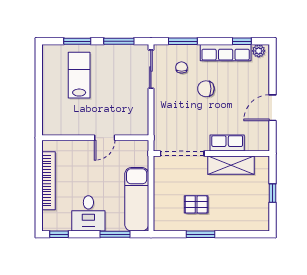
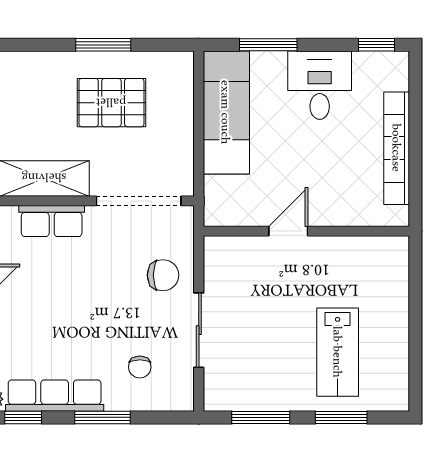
window: (183, 41) -> (103, 417), moved
sliding door: (151, 69) -> (199, 330), moved
chair: (206, 89) -> (163, 275), moved
pallet: (196, 204) -> (111, 103), width x1.50, depth x1.42

